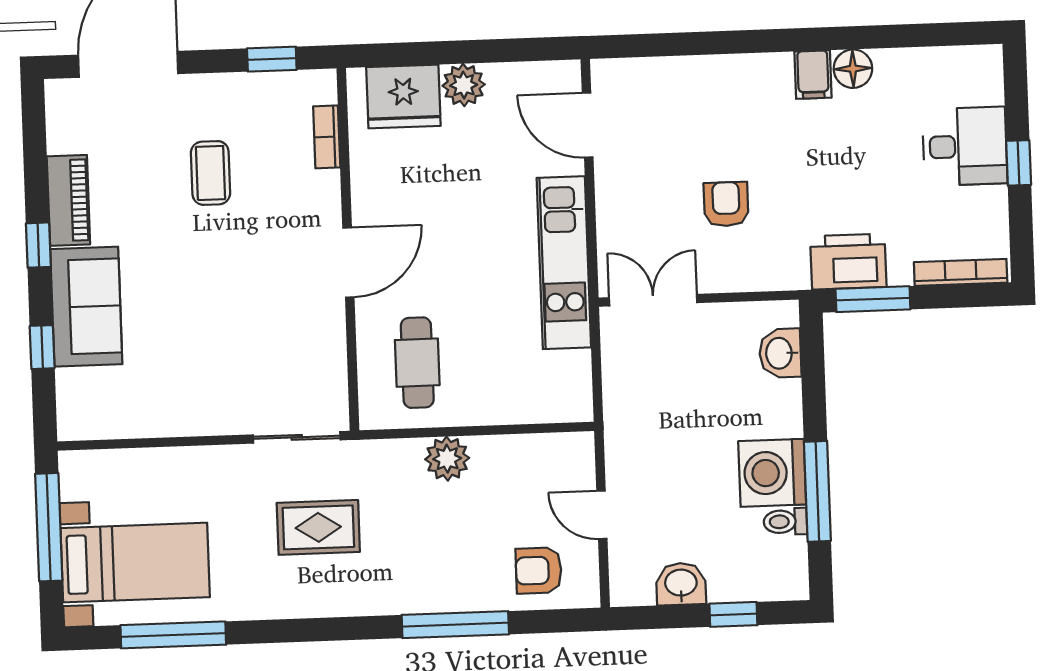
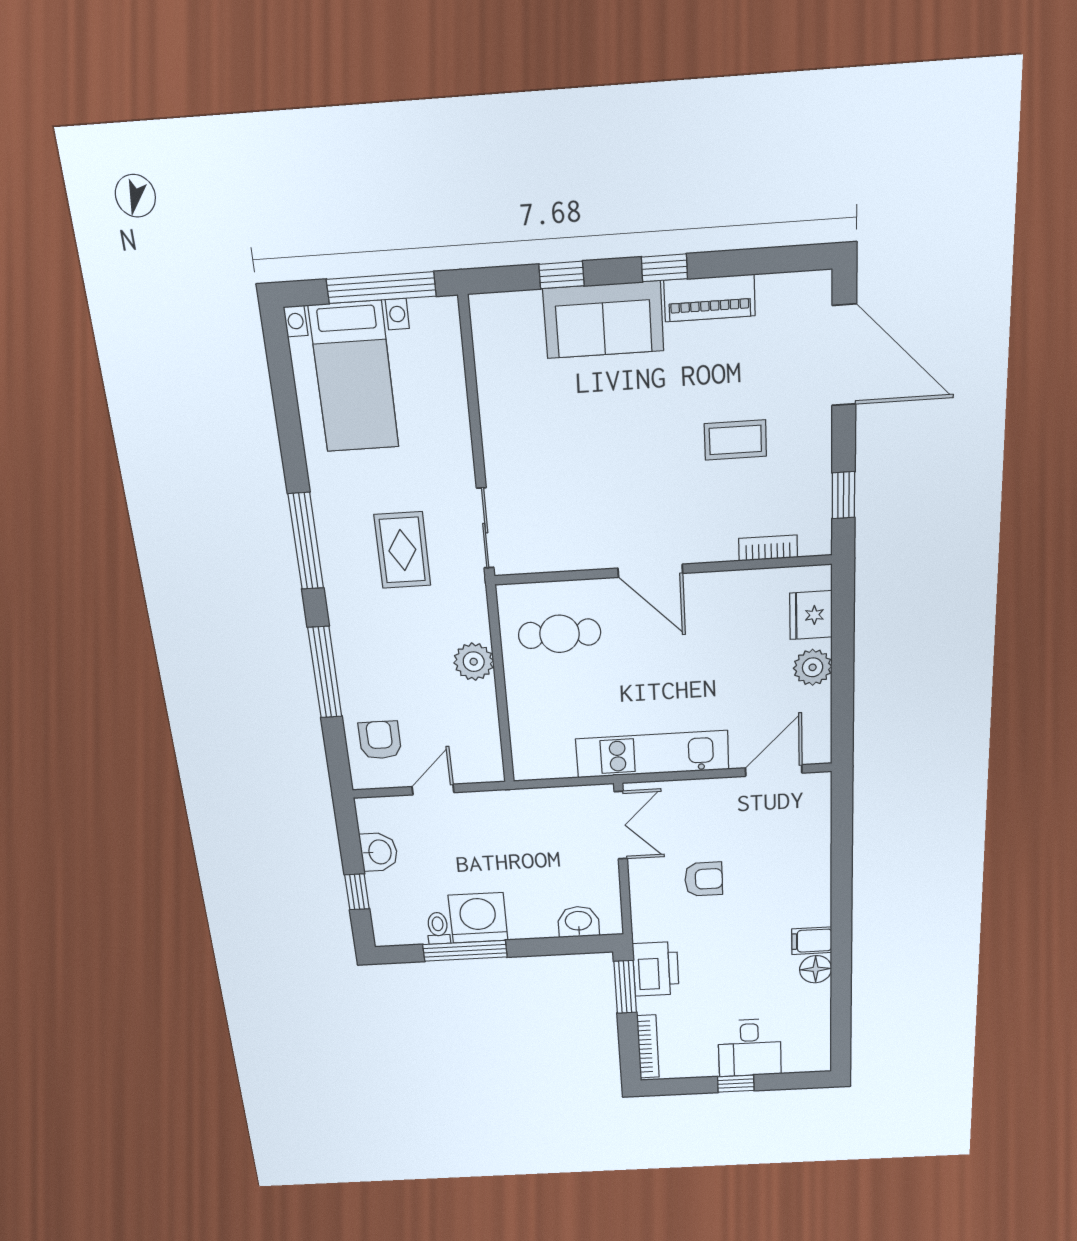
fridge: (403, 97) -> (811, 615), width x0.73, depth x0.75
window: (173, 635) -> (306, 541), moved

